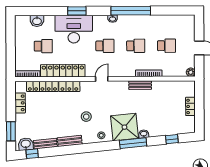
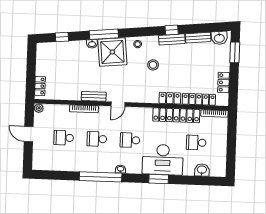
door: (102, 79) -> (118, 104), moved
locker: (190, 106) -> (40, 86), moved
window: (32, 154) -> (172, 30), moved

